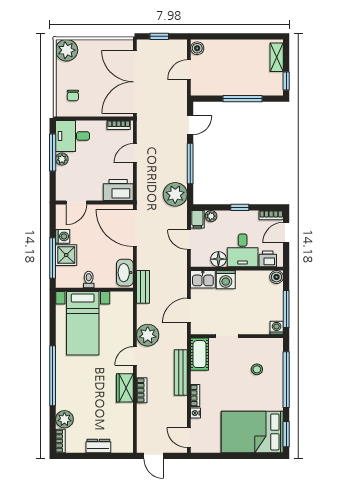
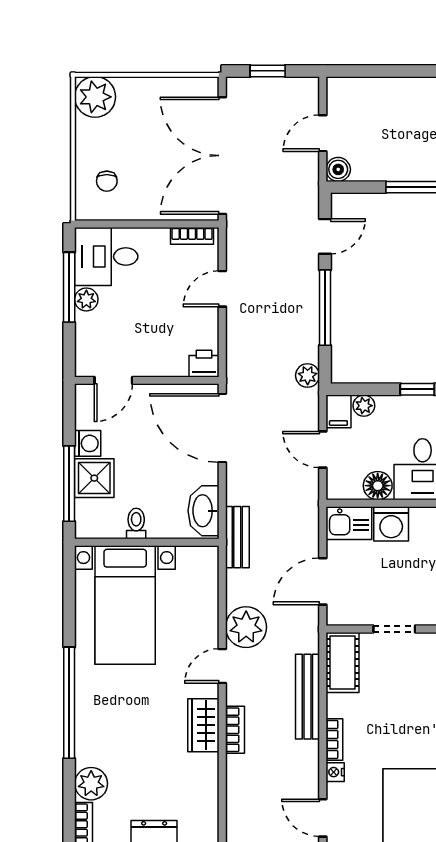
boiler: (197, 48) -> (338, 169), moved
printer: (118, 190) -> (204, 364), width x0.53, depth x0.68
plant: (175, 194) -> (308, 376), width x0.53, depth x0.53

